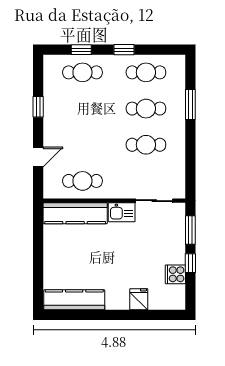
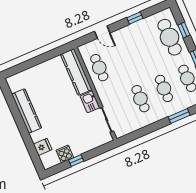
cafe table: (82, 72) -> (170, 37), width x1.37, depth x1.35
window: (190, 230) -> (98, 151), removed
fridge: (139, 299) -> (43, 147), moved
kitchen counter: (74, 300) -> (27, 111), moved

